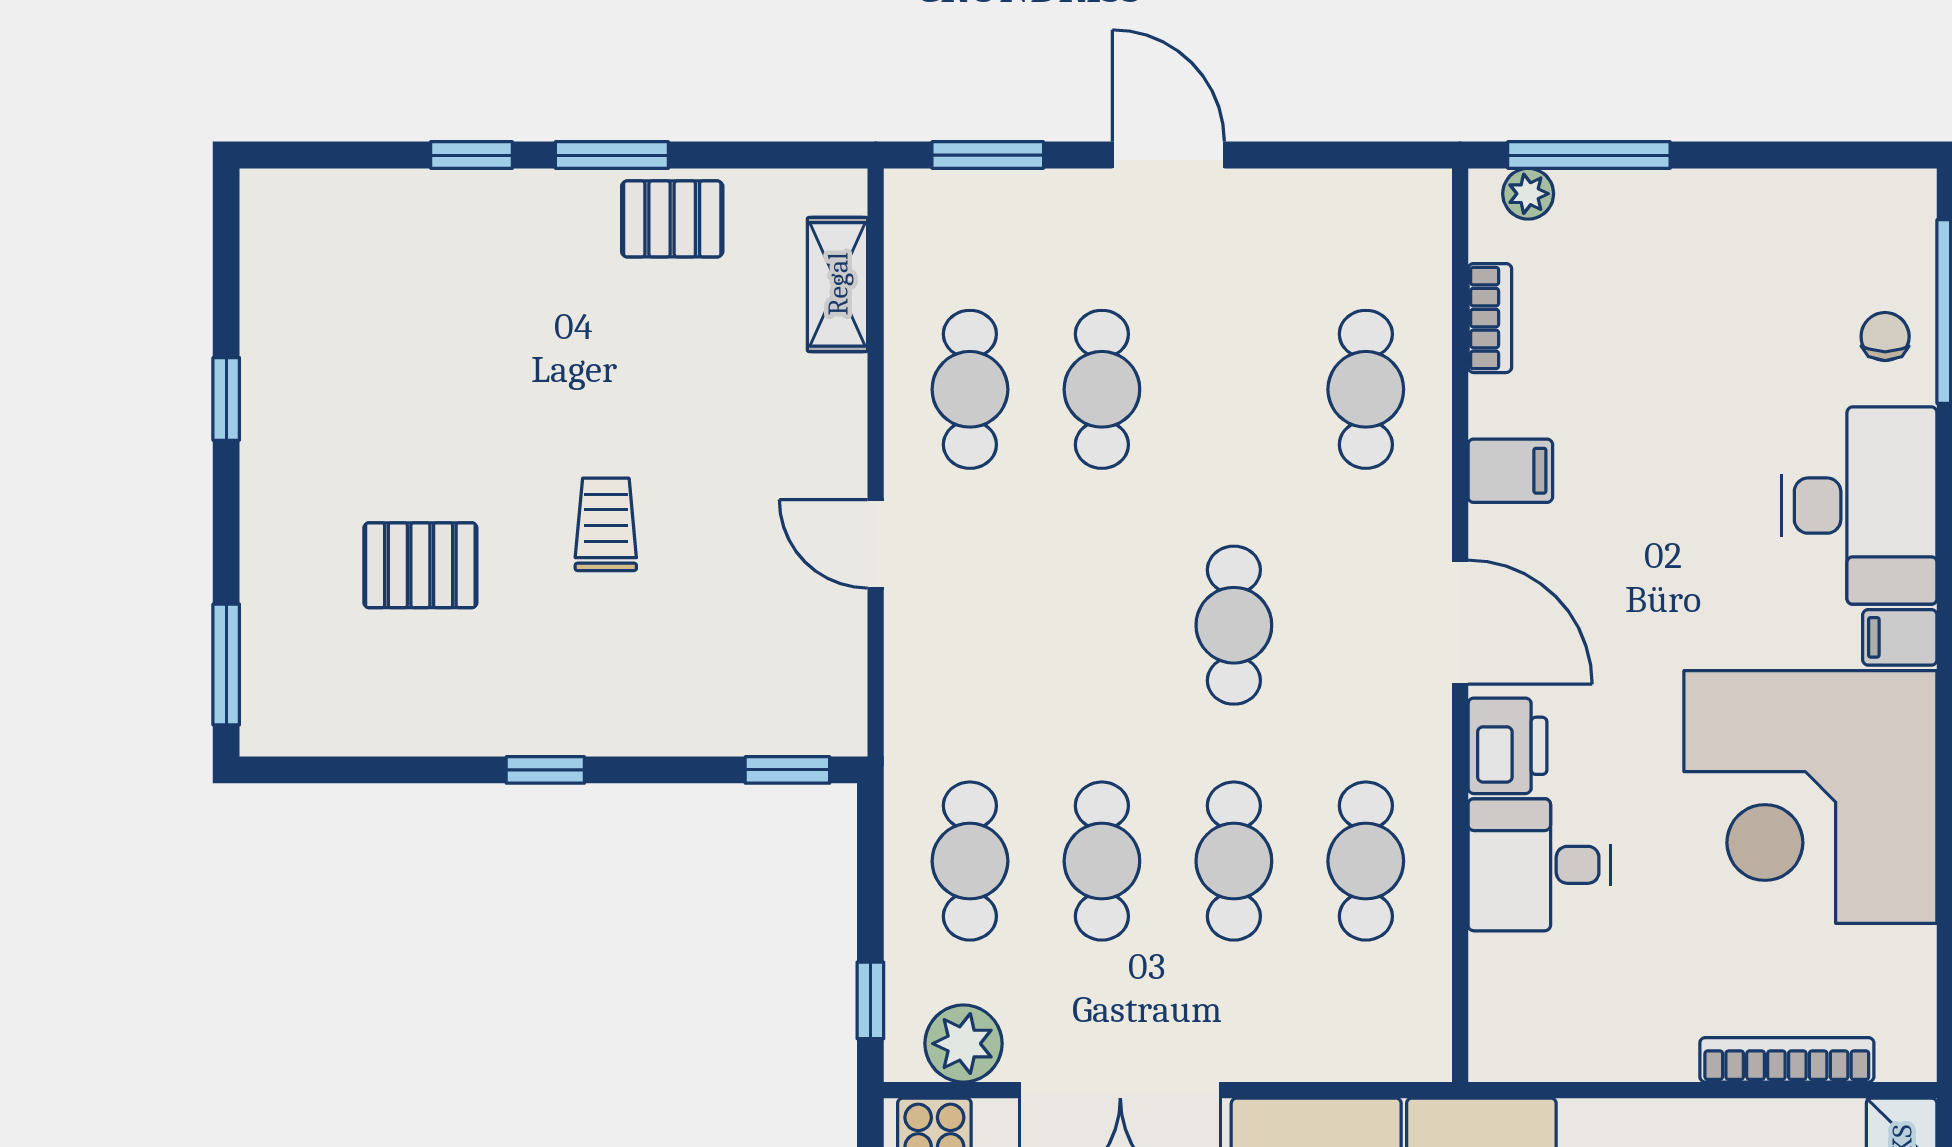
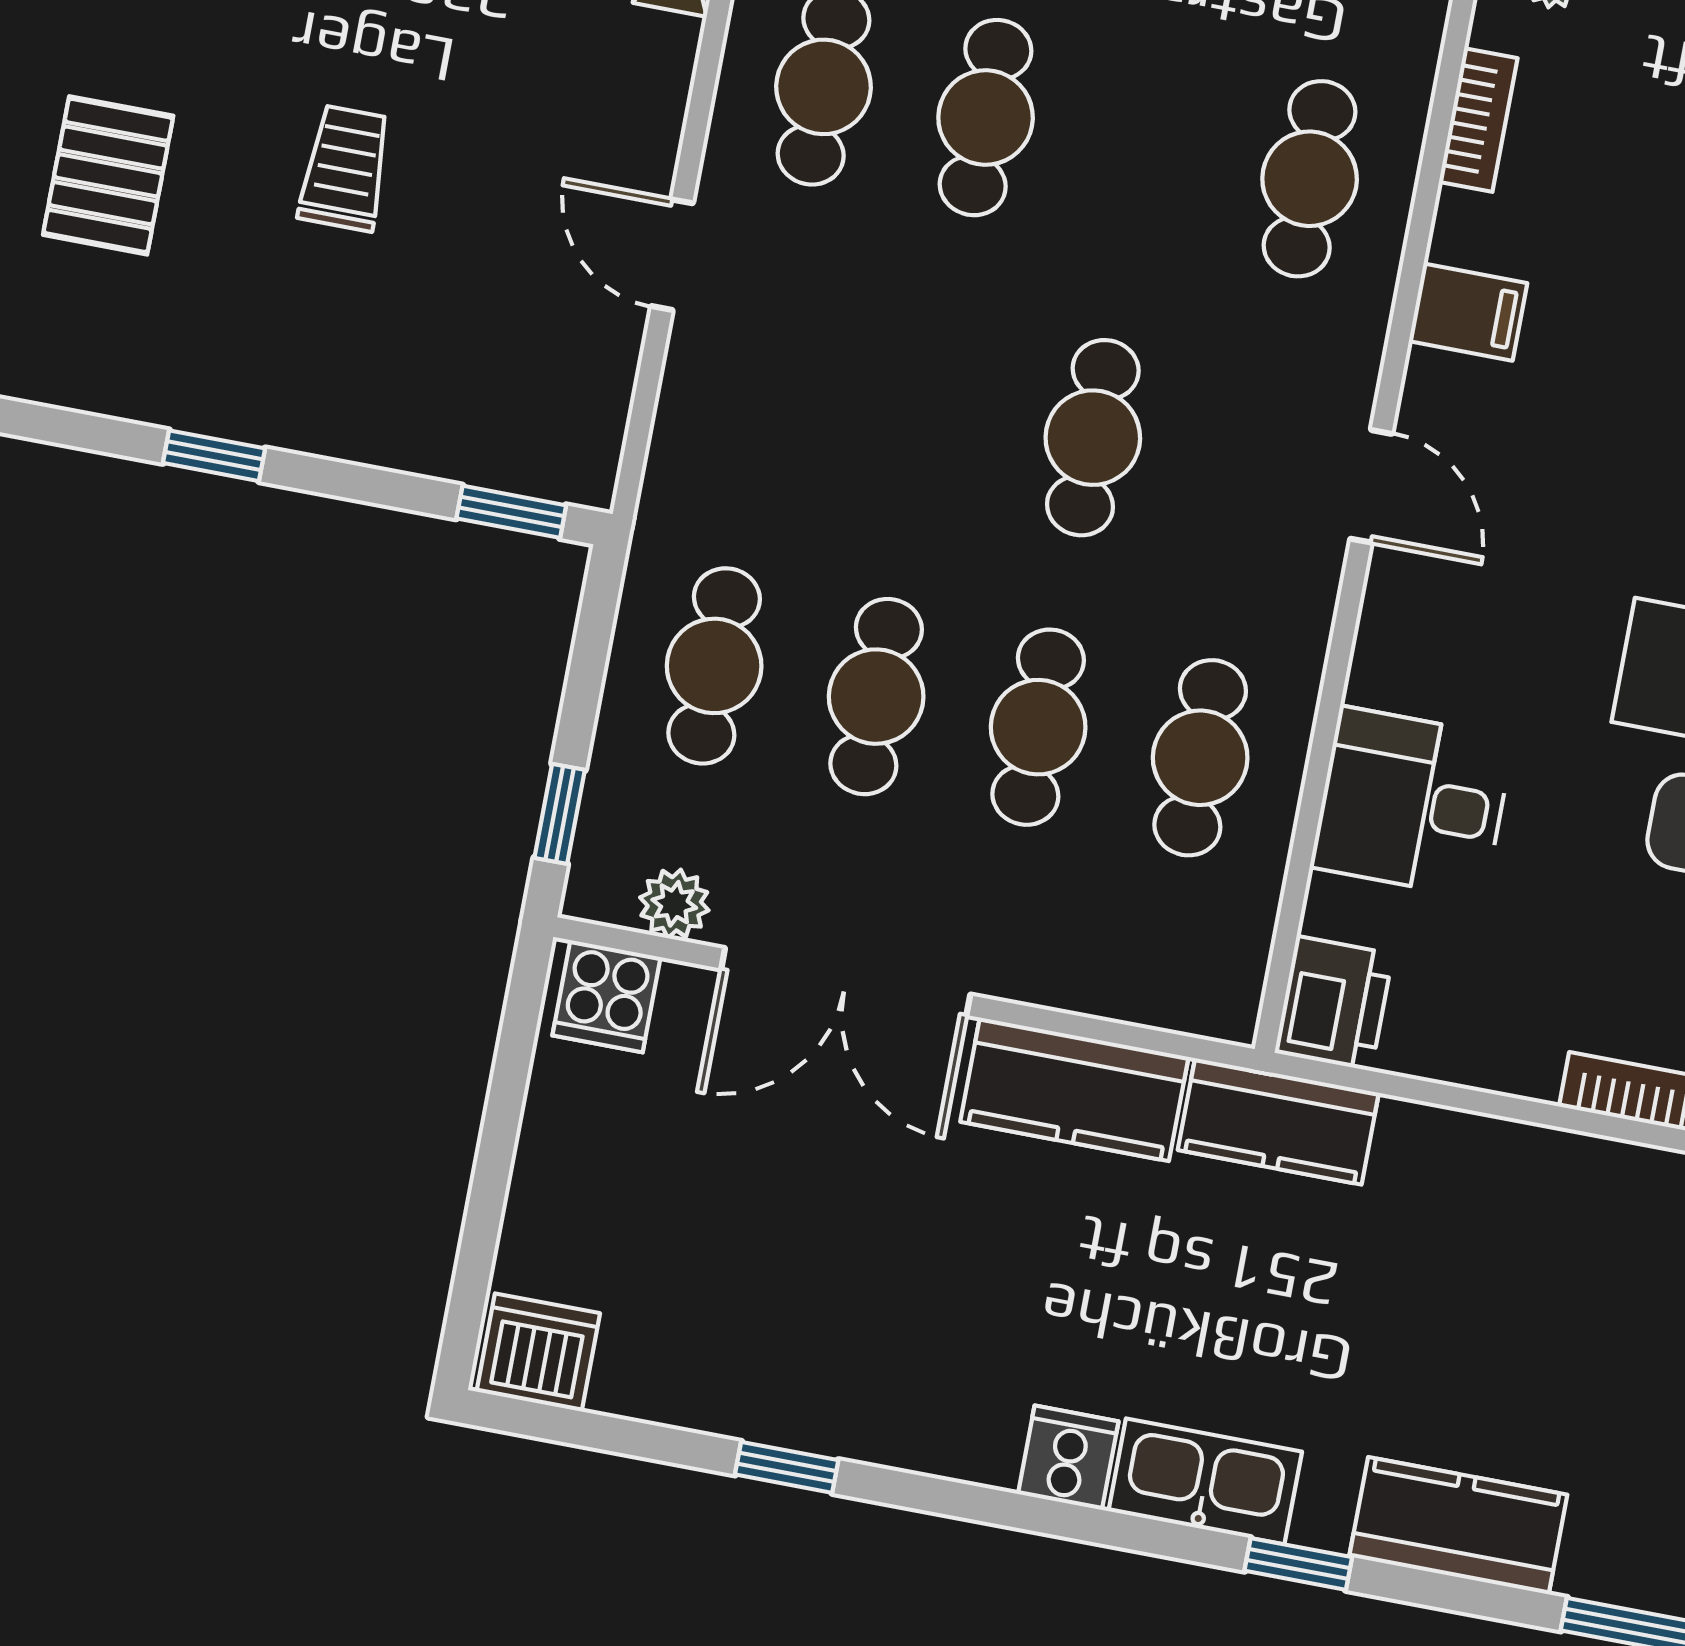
pallet: (420, 565) -> (108, 175), turned 90
door: (1460, 622) -> (1371, 486), width x0.73
printer: (1507, 746) -> (1334, 1003), moved
plant: (963, 1044) -> (674, 904), width x0.73, depth x0.73

